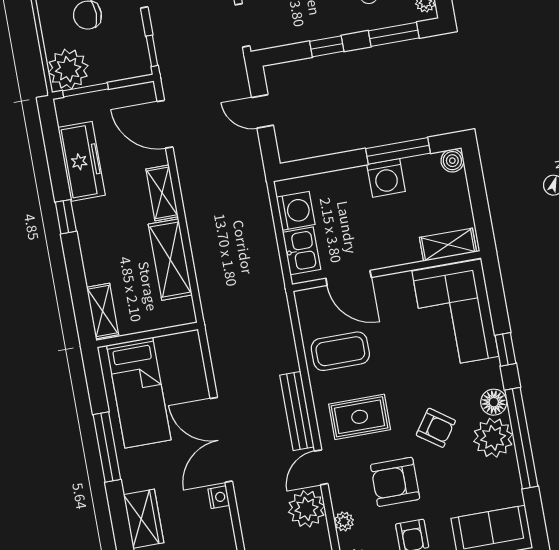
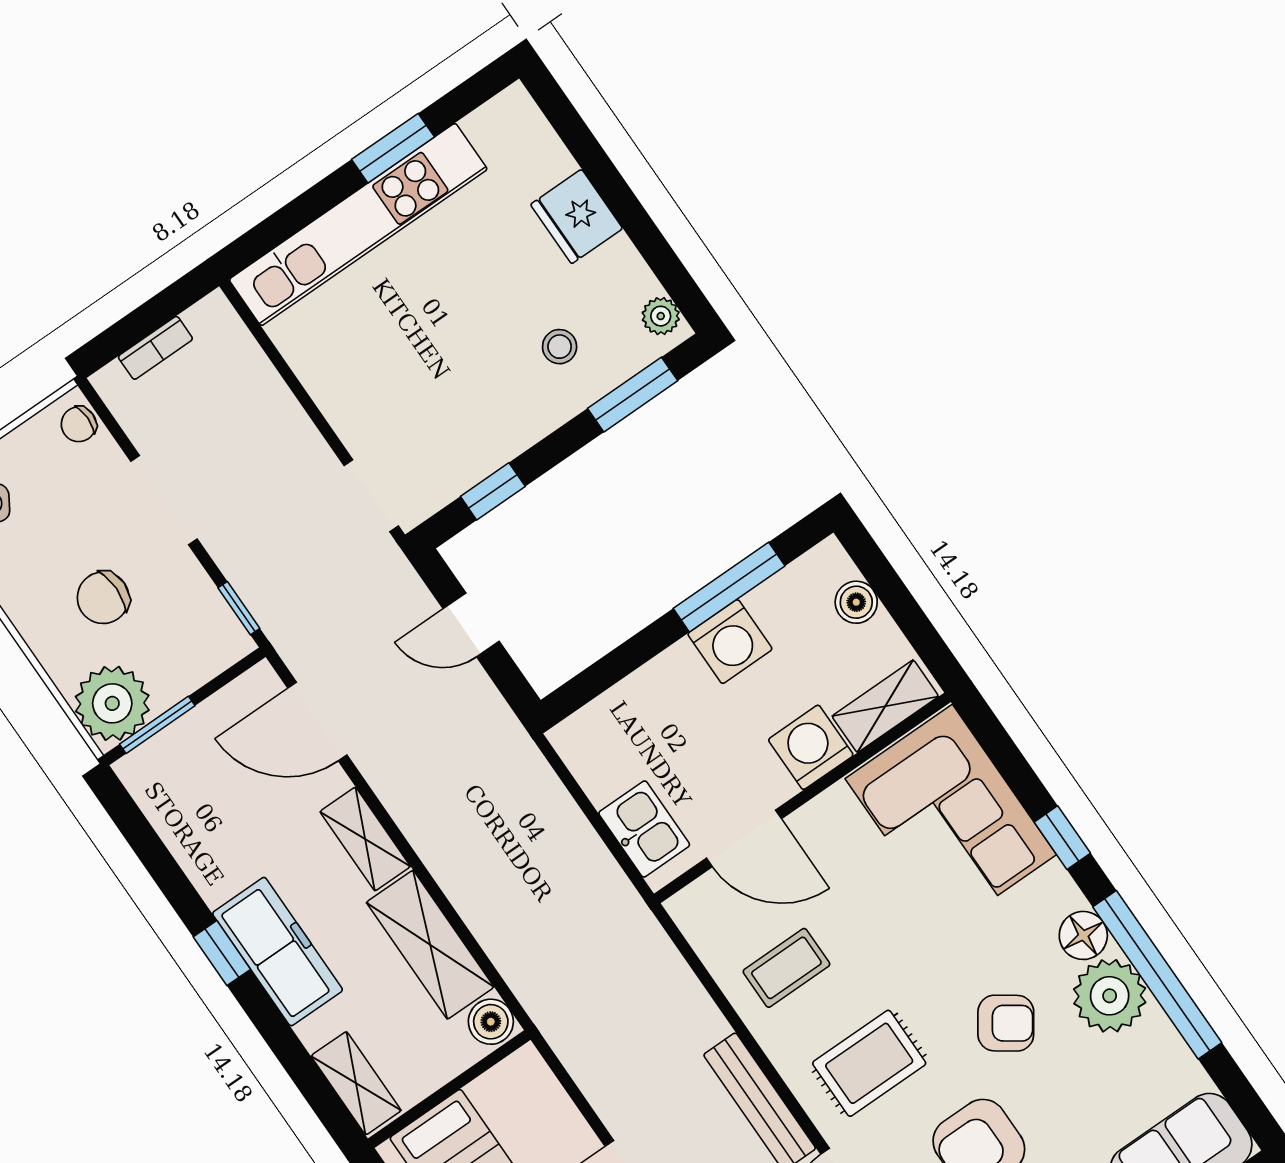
window: (327, 46) -> (493, 491), moved
freezer: (82, 161) -> (278, 952), moved
boiler: (452, 161) -> (856, 602), moved
washing machine: (296, 211) -> (811, 747), moved, turned -90
boiler: (183, 311) -> (491, 1022), added
coffee table: (340, 351) -> (786, 968), width x0.73, depth x0.77

